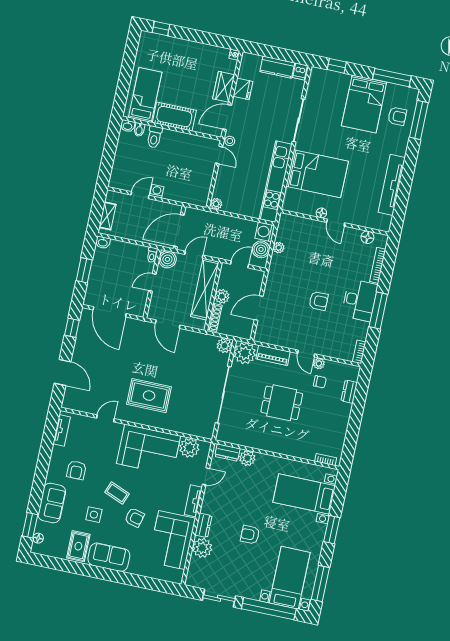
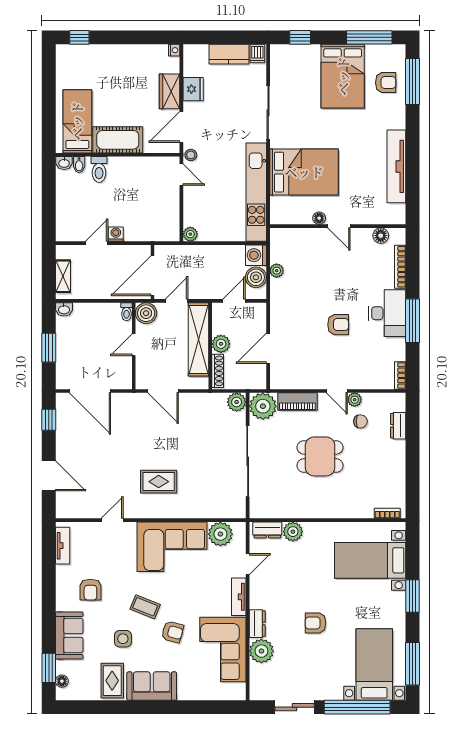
rug: (149, 396) -> (159, 482), width x0.73, depth x0.70

